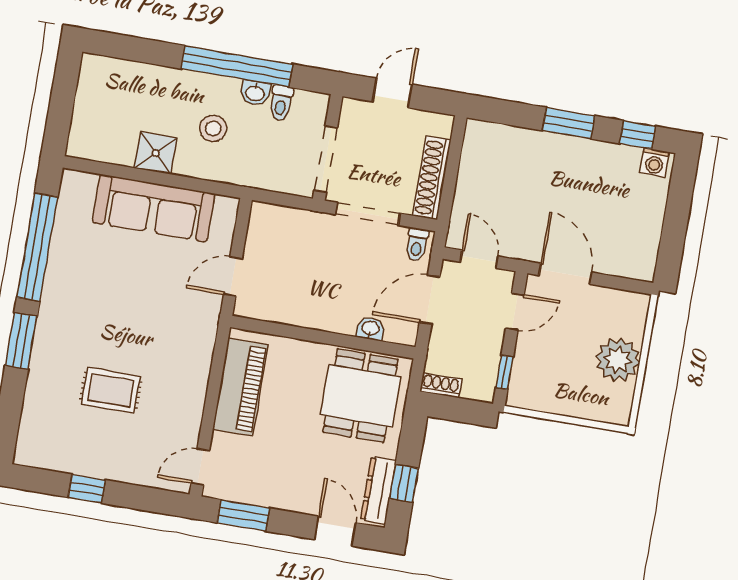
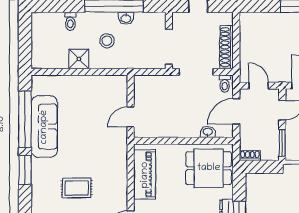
toilet: (281, 103) -> (70, 21), moved
sofa: (154, 208) -> (44, 127), moved, turned -90
window: (504, 372) -> (282, 143), width x1.50
dining table: (361, 396) -> (209, 168), turned 90

